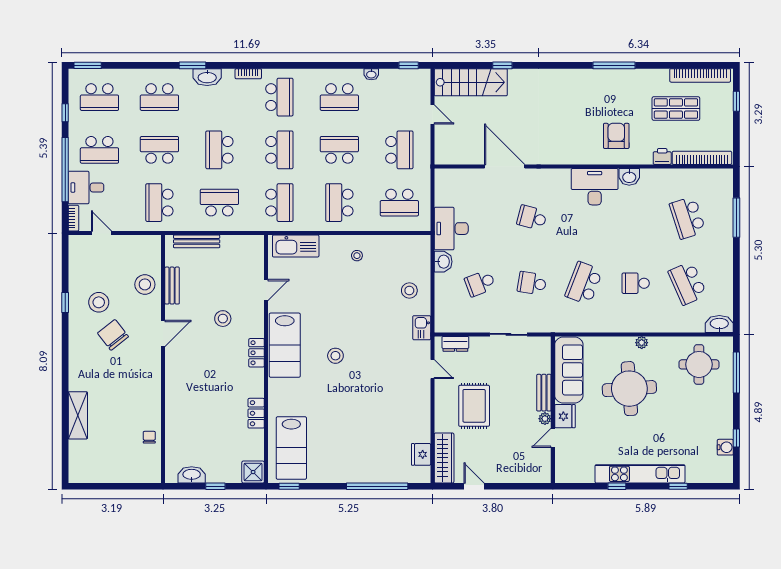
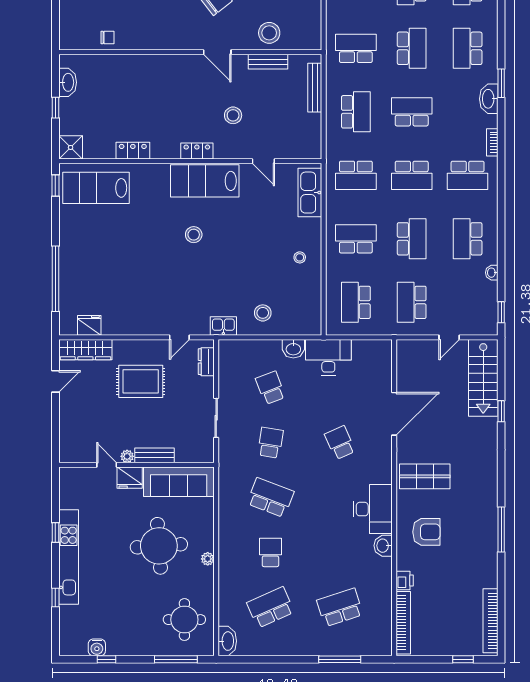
shop shelf: (676, 109) -> (425, 476), moved, turned 90
school desk: (399, 150) -> (412, 302), turned 90
school desk: (532, 218) -> (340, 443), turned -39

